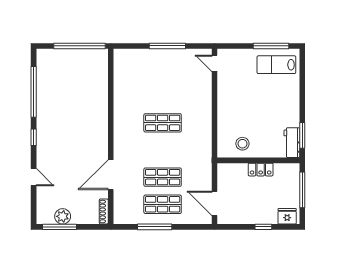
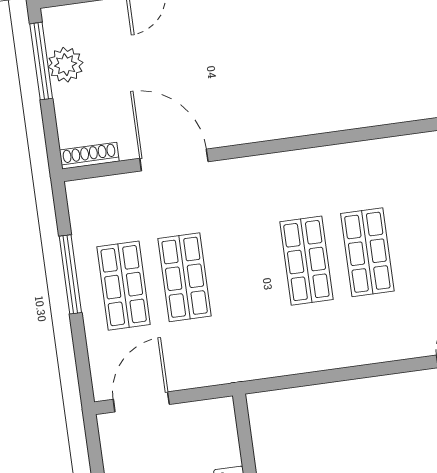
shop shelf: (163, 96) -> (367, 252), added
stool: (242, 144) -> (284, 446), removed

